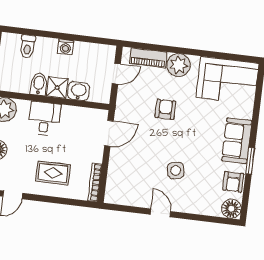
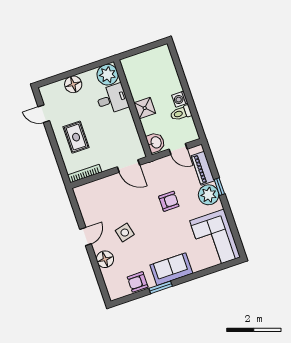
toilet: (28, 46) -> (181, 113), moved
window: (176, 50) -> (219, 187), added
bidet: (39, 84) -> (140, 92), removed
washbasin: (79, 91) -> (156, 143), moved
desk: (44, 118) -> (112, 99), moved
floor lamp: (231, 209) -> (105, 259), moved

